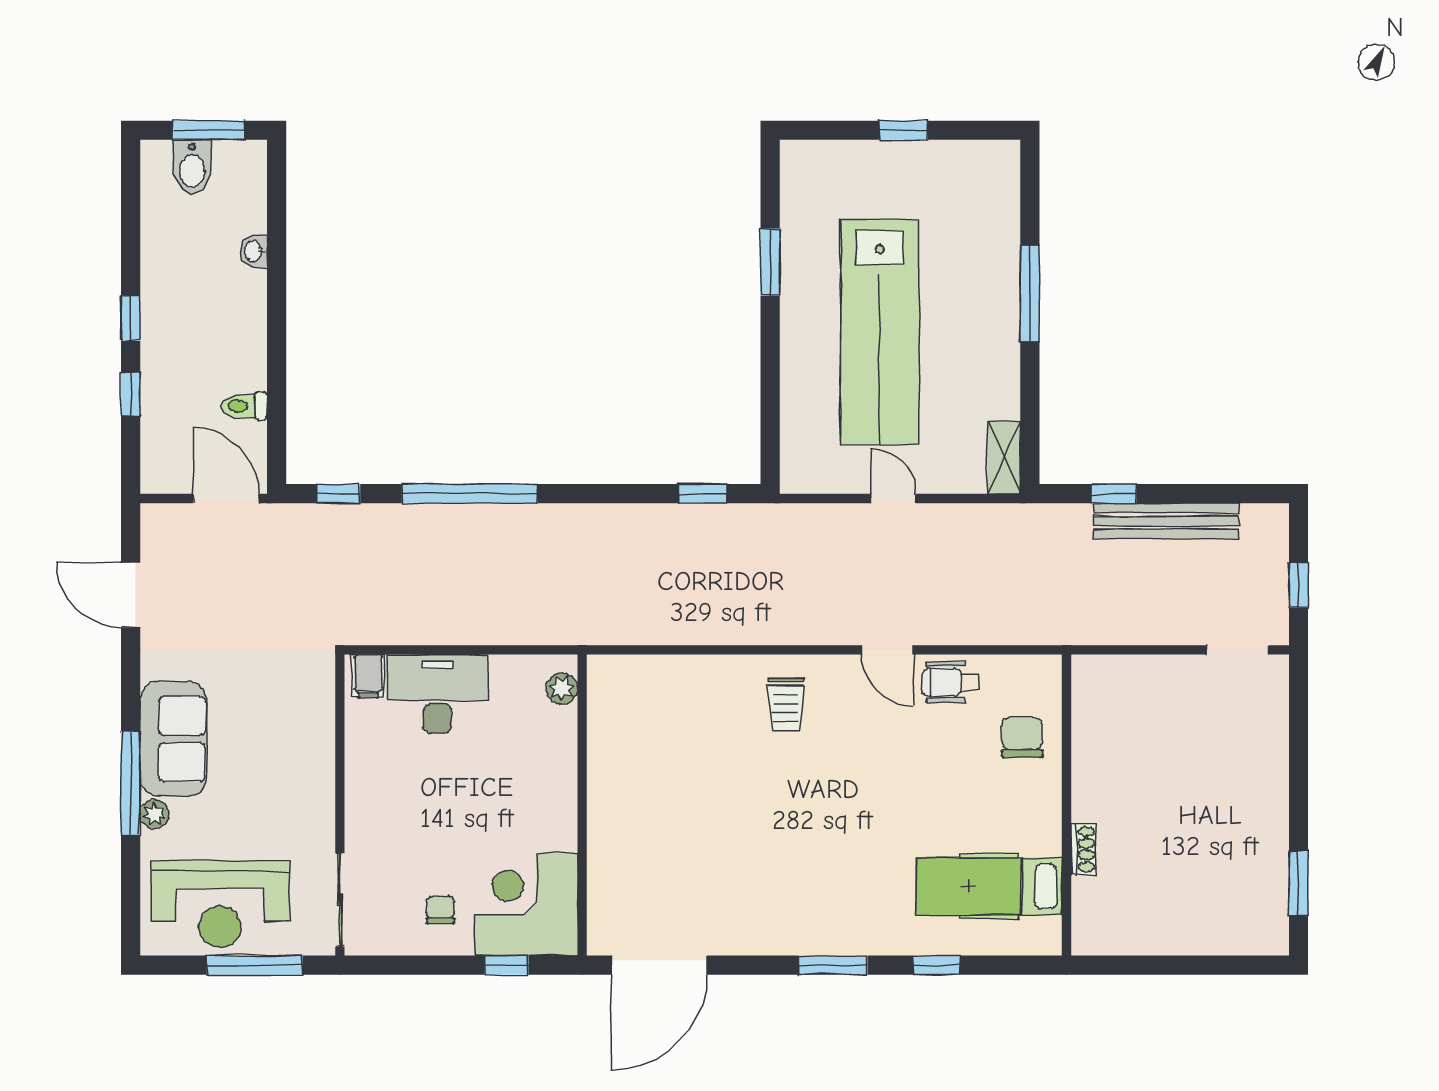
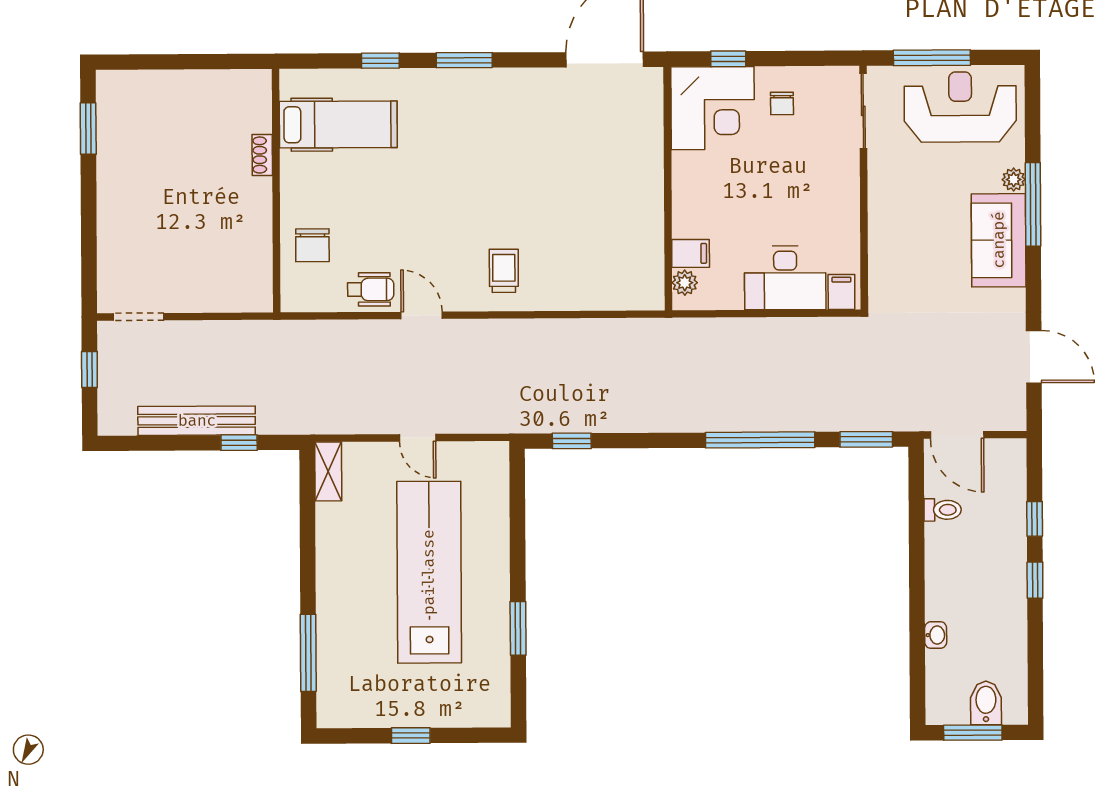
window: (1030, 294) -> (308, 653), moved
window: (338, 494) -> (866, 439), width x1.50
filing cabinet: (554, 725) -> (691, 253), added

